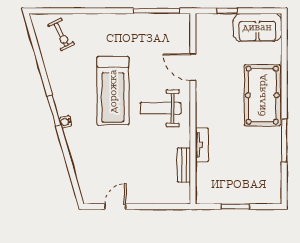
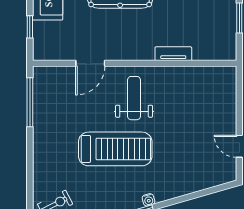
weight bench: (160, 108) -> (134, 98), turned 180
bench: (184, 165) -> (195, 73), removed

